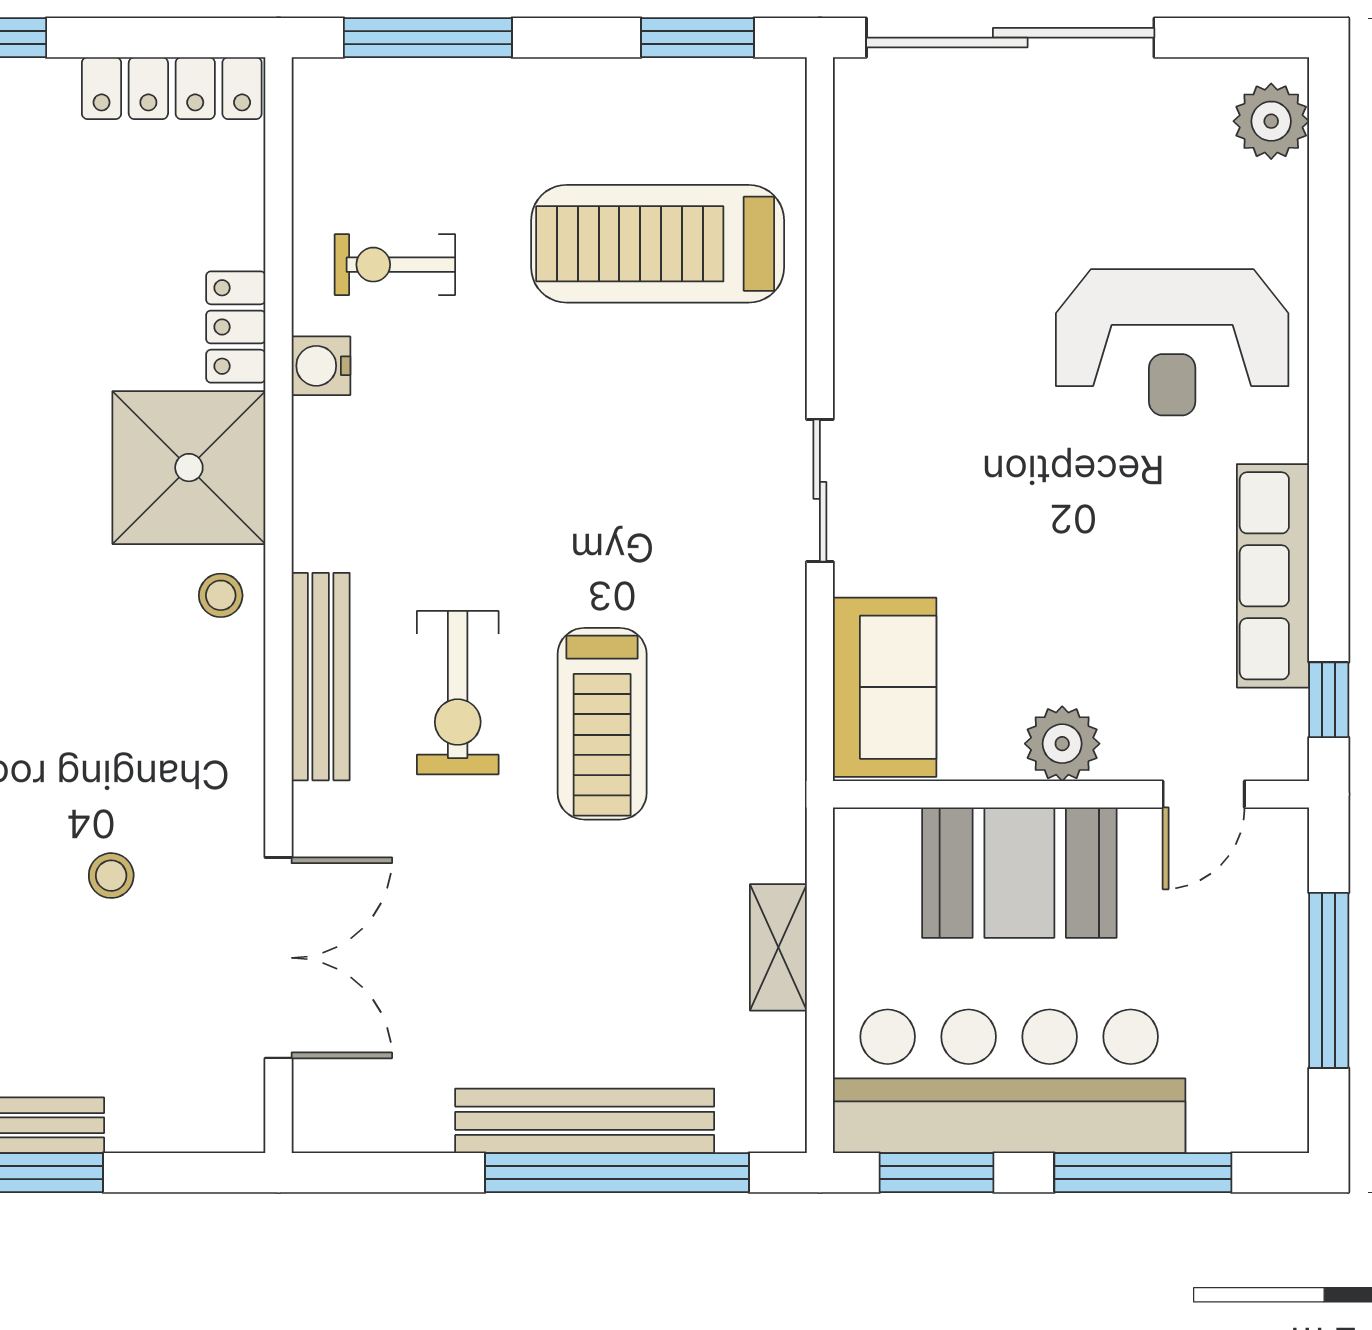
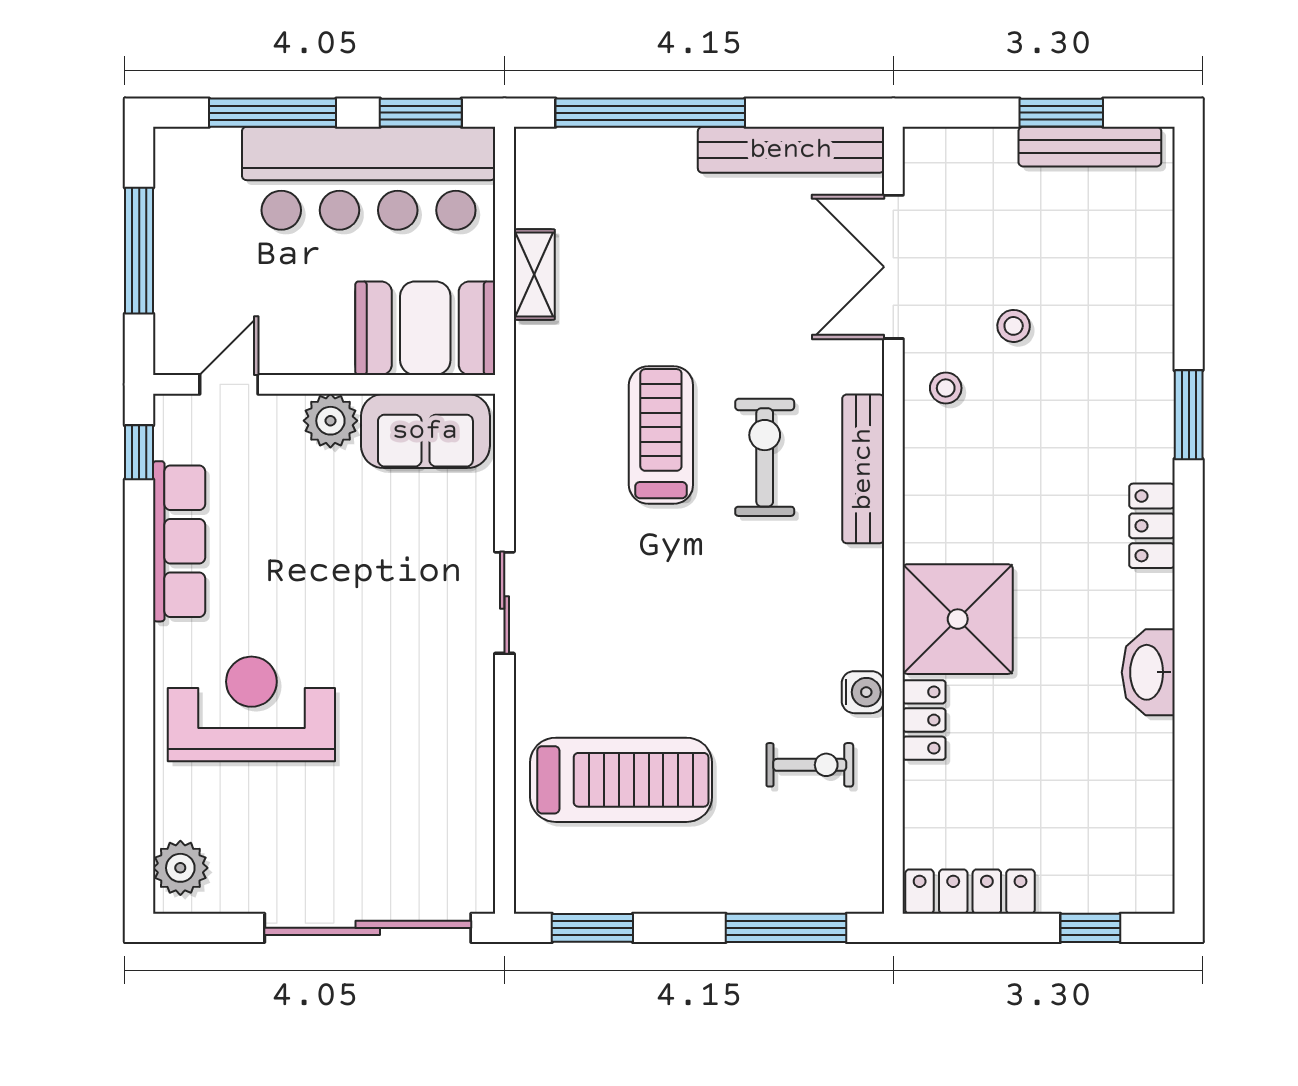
stool: (221, 595) -> (946, 388), moved
sofa: (885, 687) -> (425, 431), moved, turned -90
booth: (1019, 873) -> (425, 328), moved
bench: (585, 1121) -> (791, 150), moved

